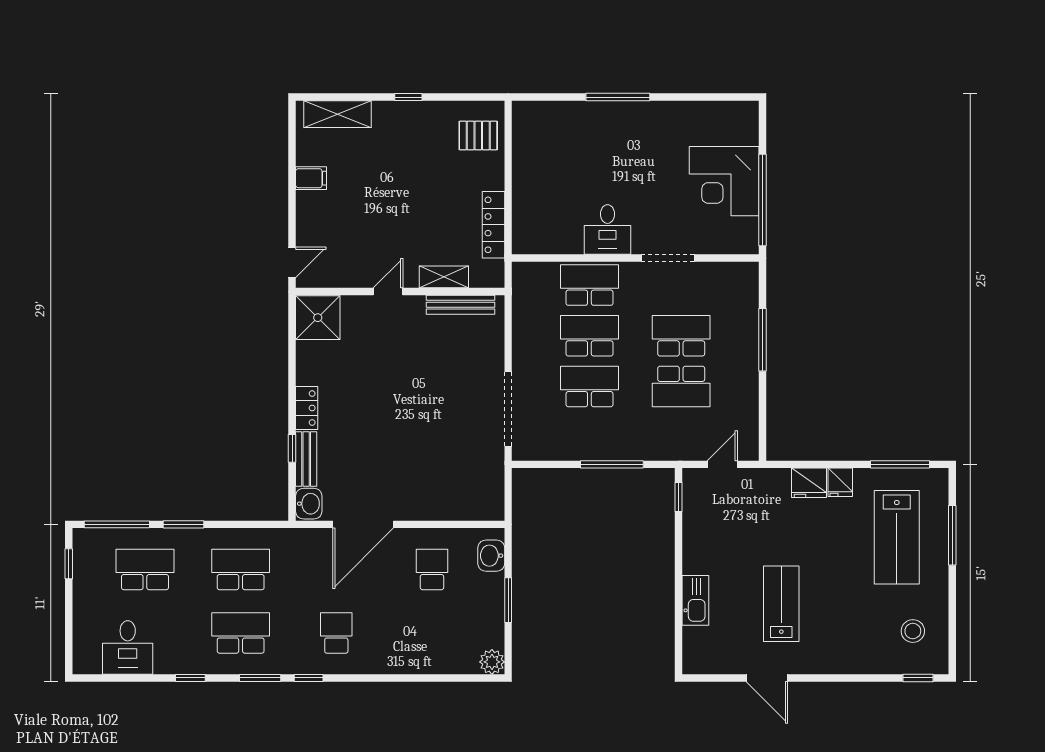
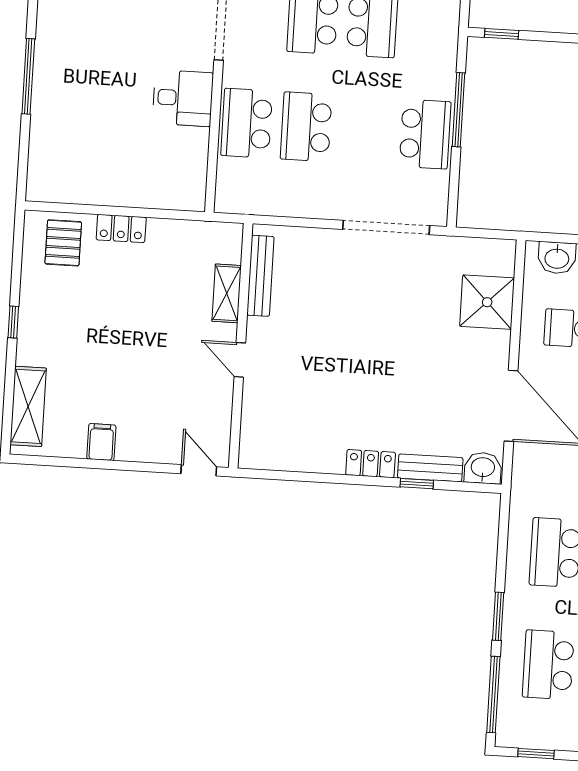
locker: (493, 225) -> (121, 228), moved, width x0.66
shower: (318, 318) -> (487, 302), moved
school desk: (589, 387) -> (425, 134), moved, turned 180

